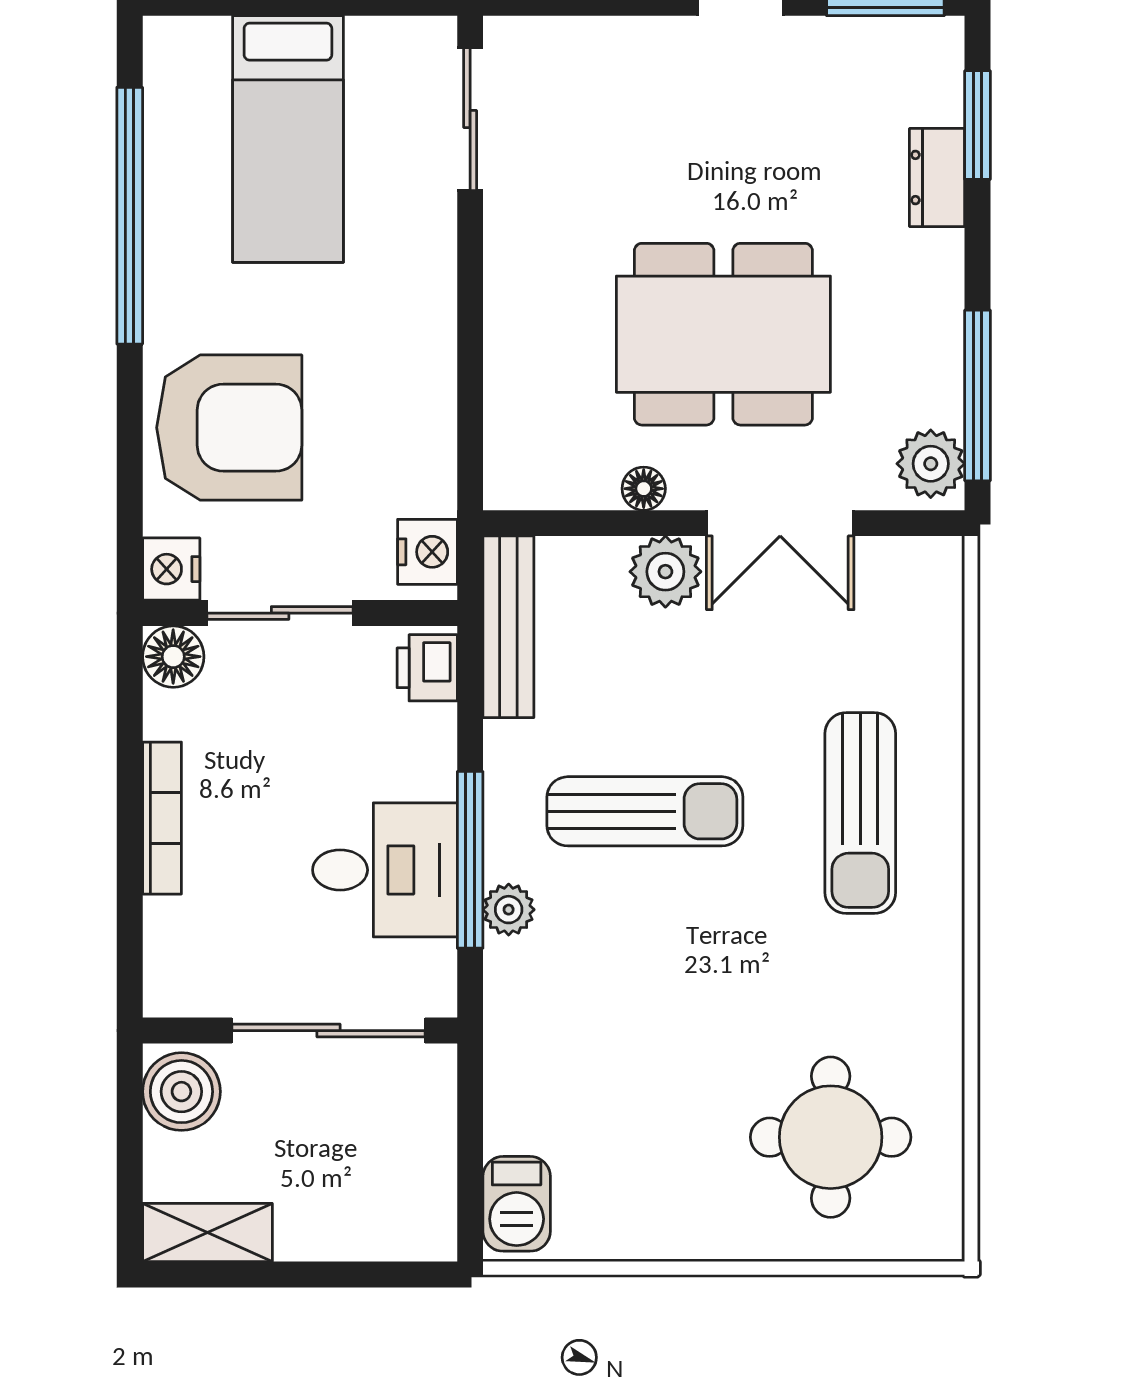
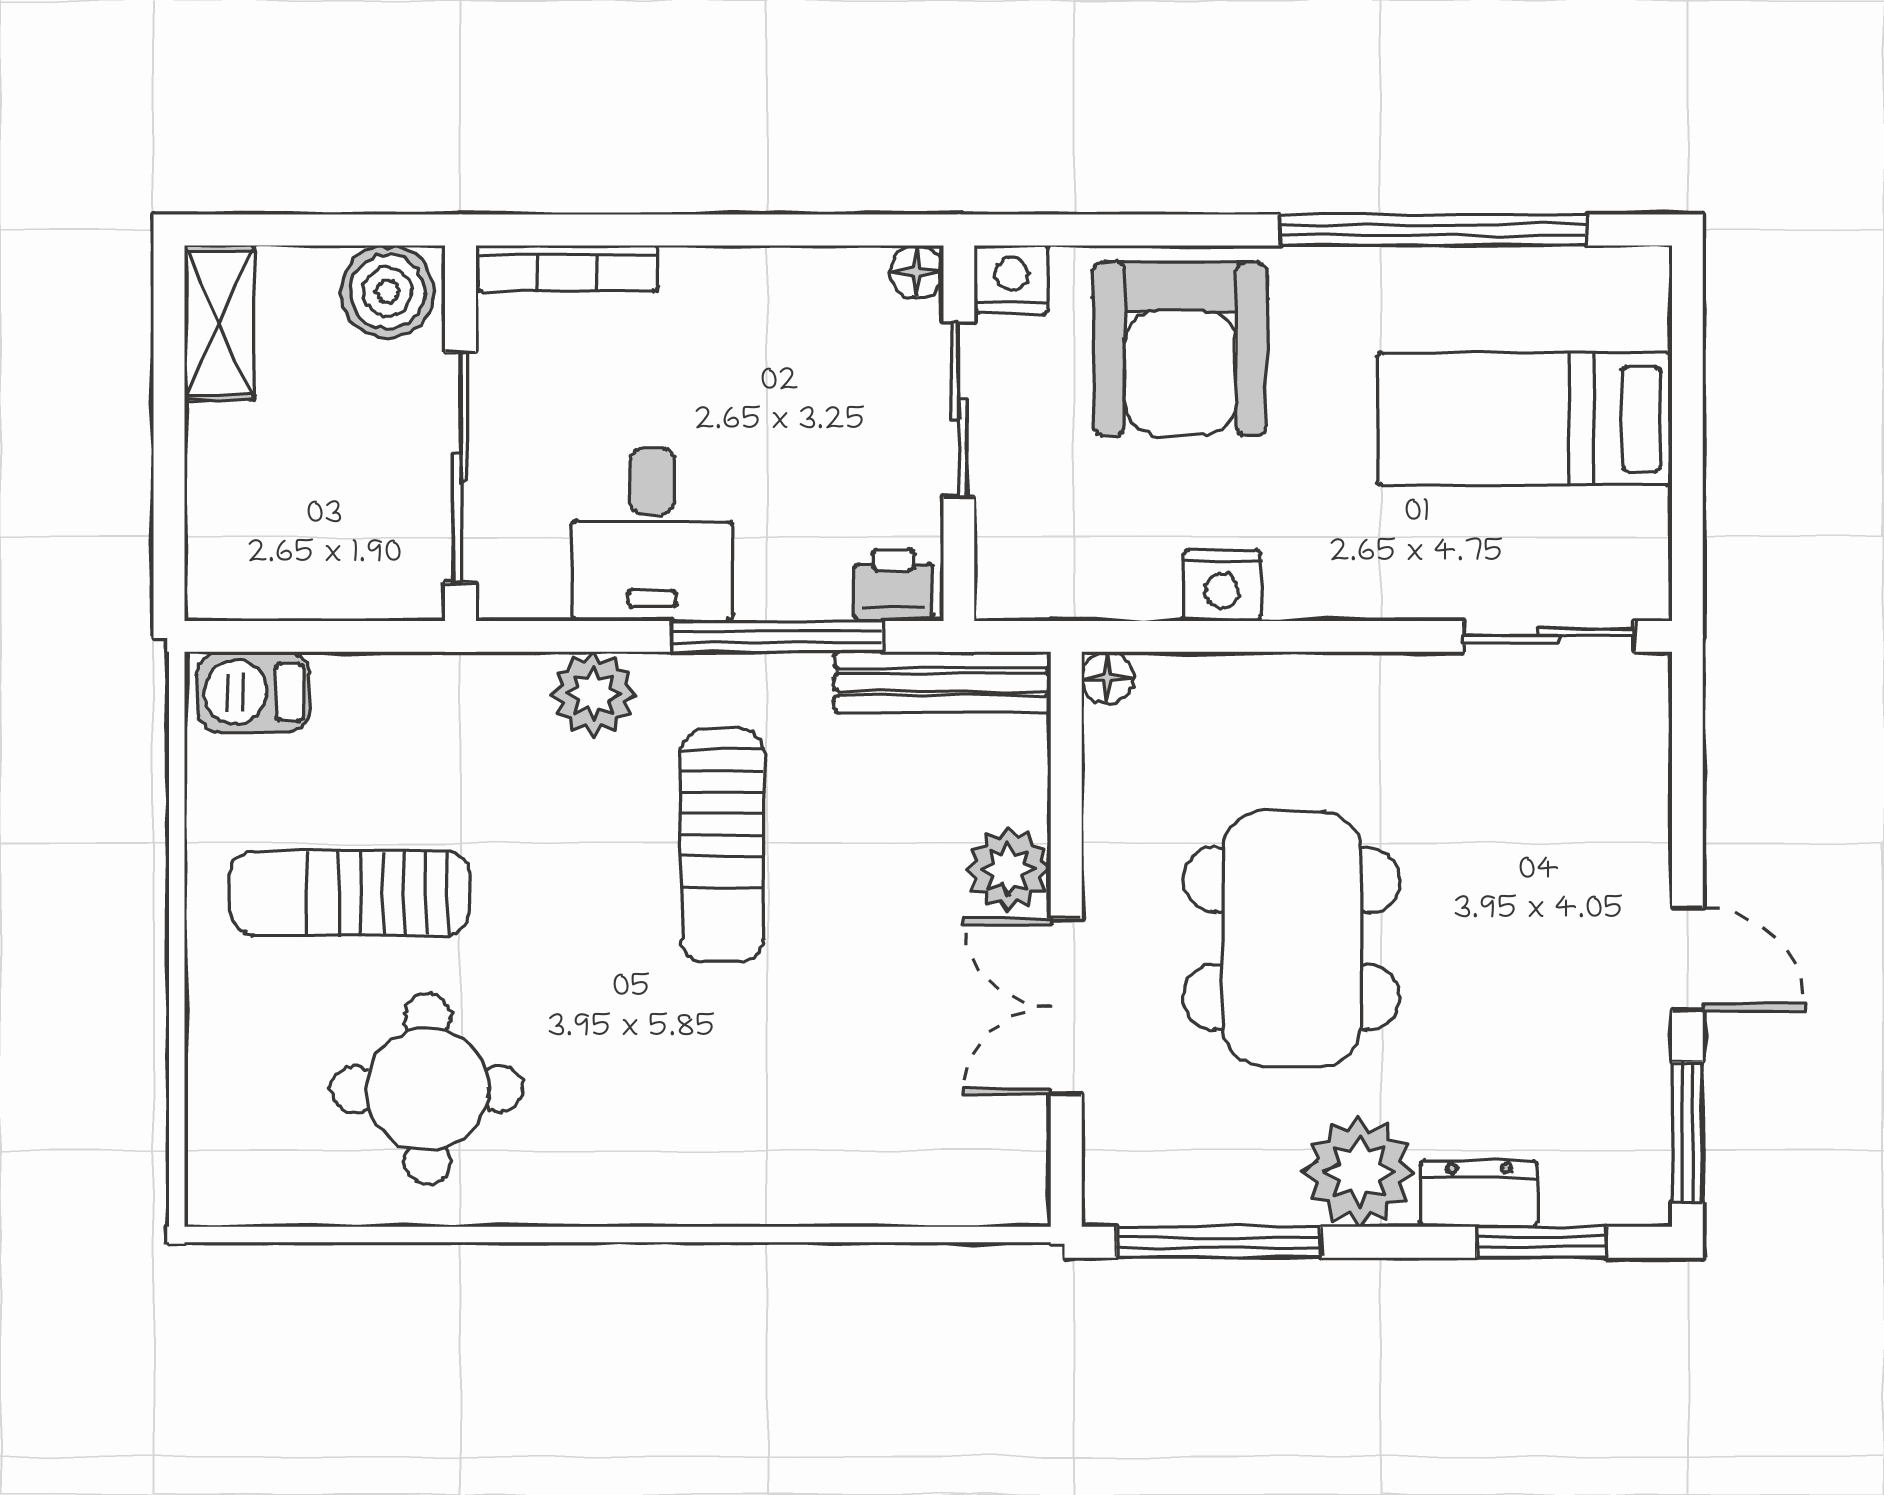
plant: (931, 464) -> (1359, 1172), moved, width x1.36, depth x1.36
floor lamp: (644, 489) -> (1107, 678), moved
nightstand: (427, 552) -> (1222, 585), moved
floor lamp: (173, 657) -> (917, 272), width x0.73, depth x0.73
sun lounger: (860, 813) -> (350, 893), moved
bookcase: (162, 818) -> (567, 268), moved
window: (470, 860) -> (777, 636), moved
plant: (509, 910) -> (593, 694), width x1.38, depth x1.38
round table: (831, 1137) -> (427, 1089), moved

